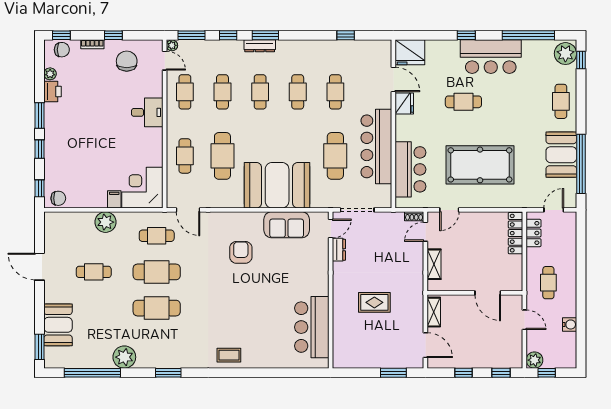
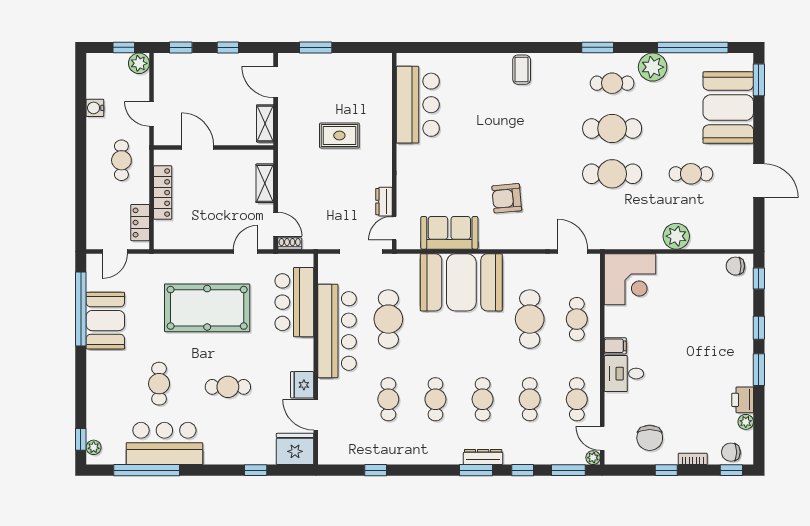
window: (466, 35) -> (256, 470), moved
plant: (565, 54) -> (94, 447), width x0.53, depth x0.53
bar counter: (491, 57) -> (164, 443), moved
cafe table: (561, 101) -> (159, 384), moved
filing cabinet: (114, 199) -> (615, 346), moved, turned -90
door: (425, 232) -> (276, 224), hinge flipped
locker: (516, 233) -> (163, 193), moved
cafe table: (157, 236) -> (612, 83), moved
armchair: (241, 252) -> (507, 198), turned 85
booth: (58, 325) -> (728, 108), width x1.36, depth x1.42
coffee table: (229, 355) -> (522, 70), turned 90

